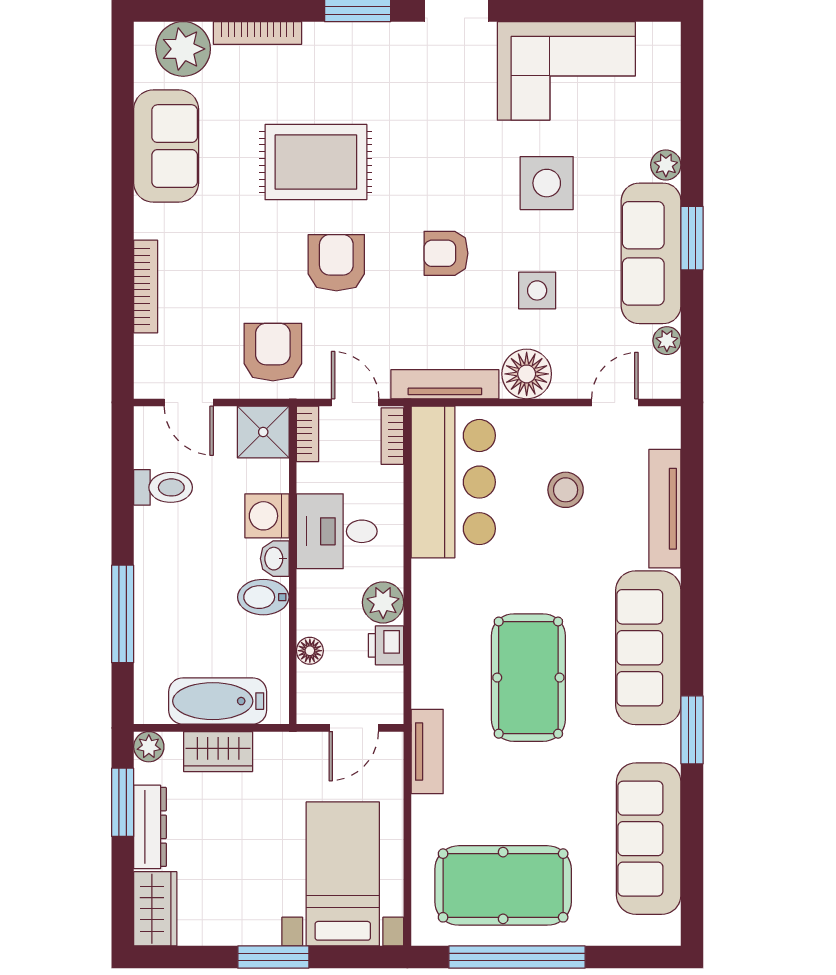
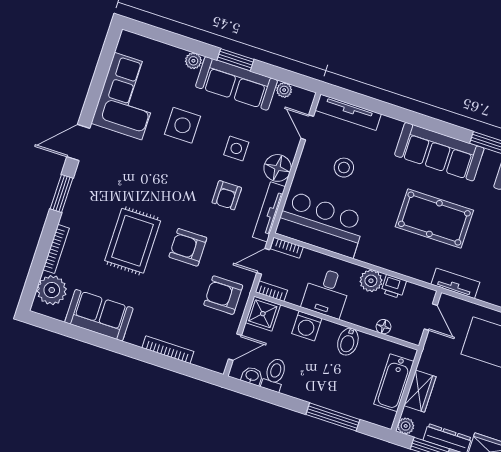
armchair: (446, 253) -> (227, 195), moved
tv unit: (665, 509) -> (348, 112), moved
washbasin: (275, 559) -> (252, 376), moved, turned 180

